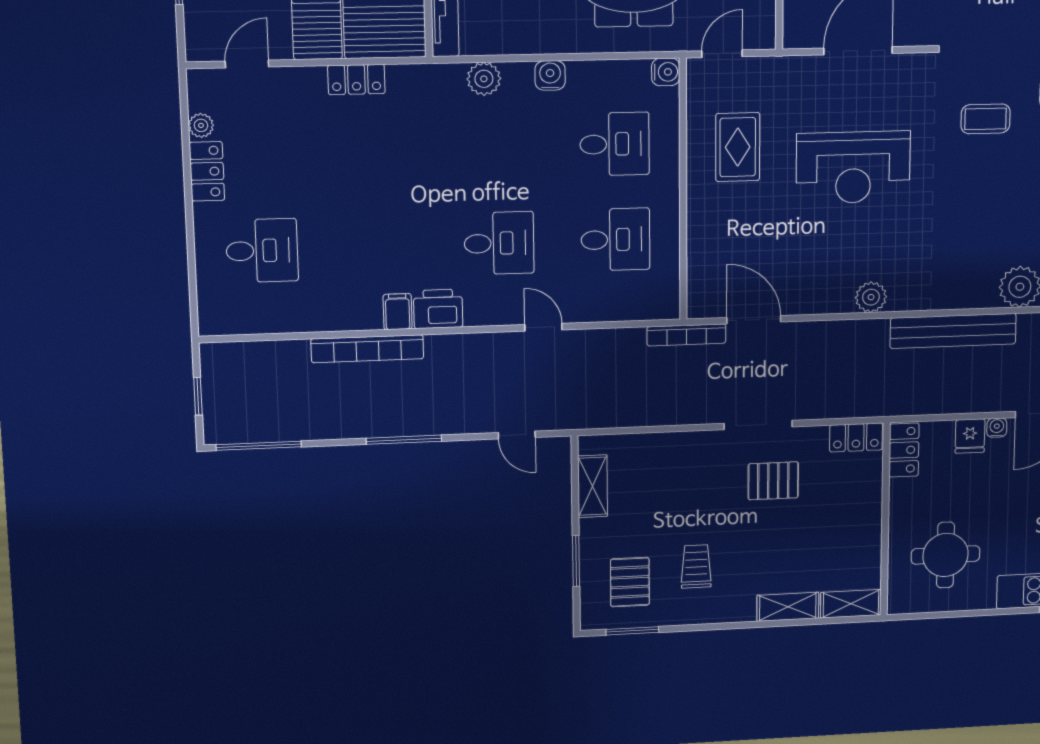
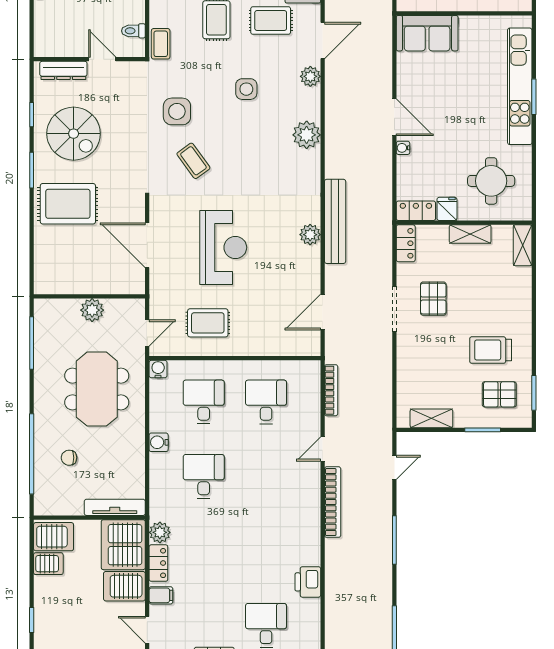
door: (722, 54) -> (147, 333), swing flipped
plant: (484, 79) -> (160, 532), moved
coffee table: (985, 119) -> (193, 161), turned -36
desk: (499, 243) -> (204, 476), moved
printer: (438, 309) -> (308, 582), moved
filing cabinet: (398, 312) -> (161, 595), moved, turned 180
bench: (953, 331) -> (335, 221), moved
bookcase: (686, 335) -> (331, 390), moved
bookcase: (367, 349) -> (333, 502), moved
fridge: (970, 436) -> (447, 209), moved, turned -90
trolley: (696, 566) -> (491, 350), width x1.36, depth x1.39
shelving: (788, 607) -> (470, 234), moved, turned 90

